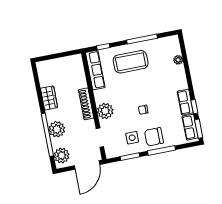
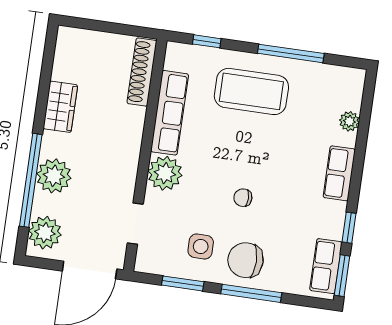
row of seats: (95, 70) -> (170, 113), moved
row of seats: (185, 102) -> (339, 173), moved
shoe rack: (86, 104) -> (142, 72), moved

